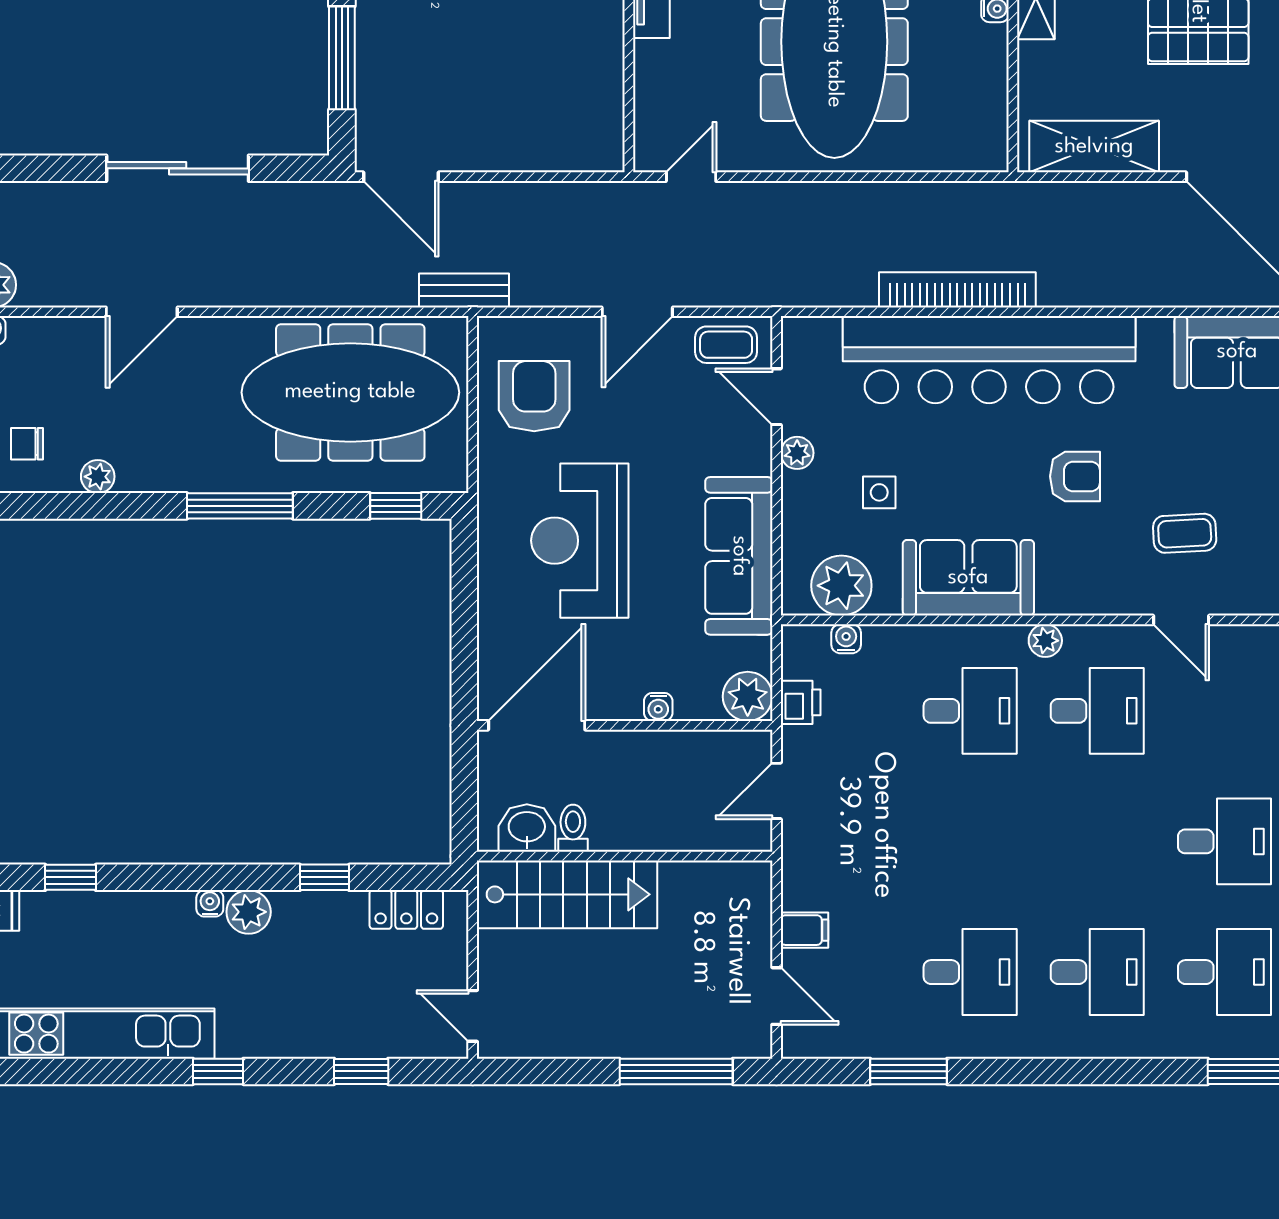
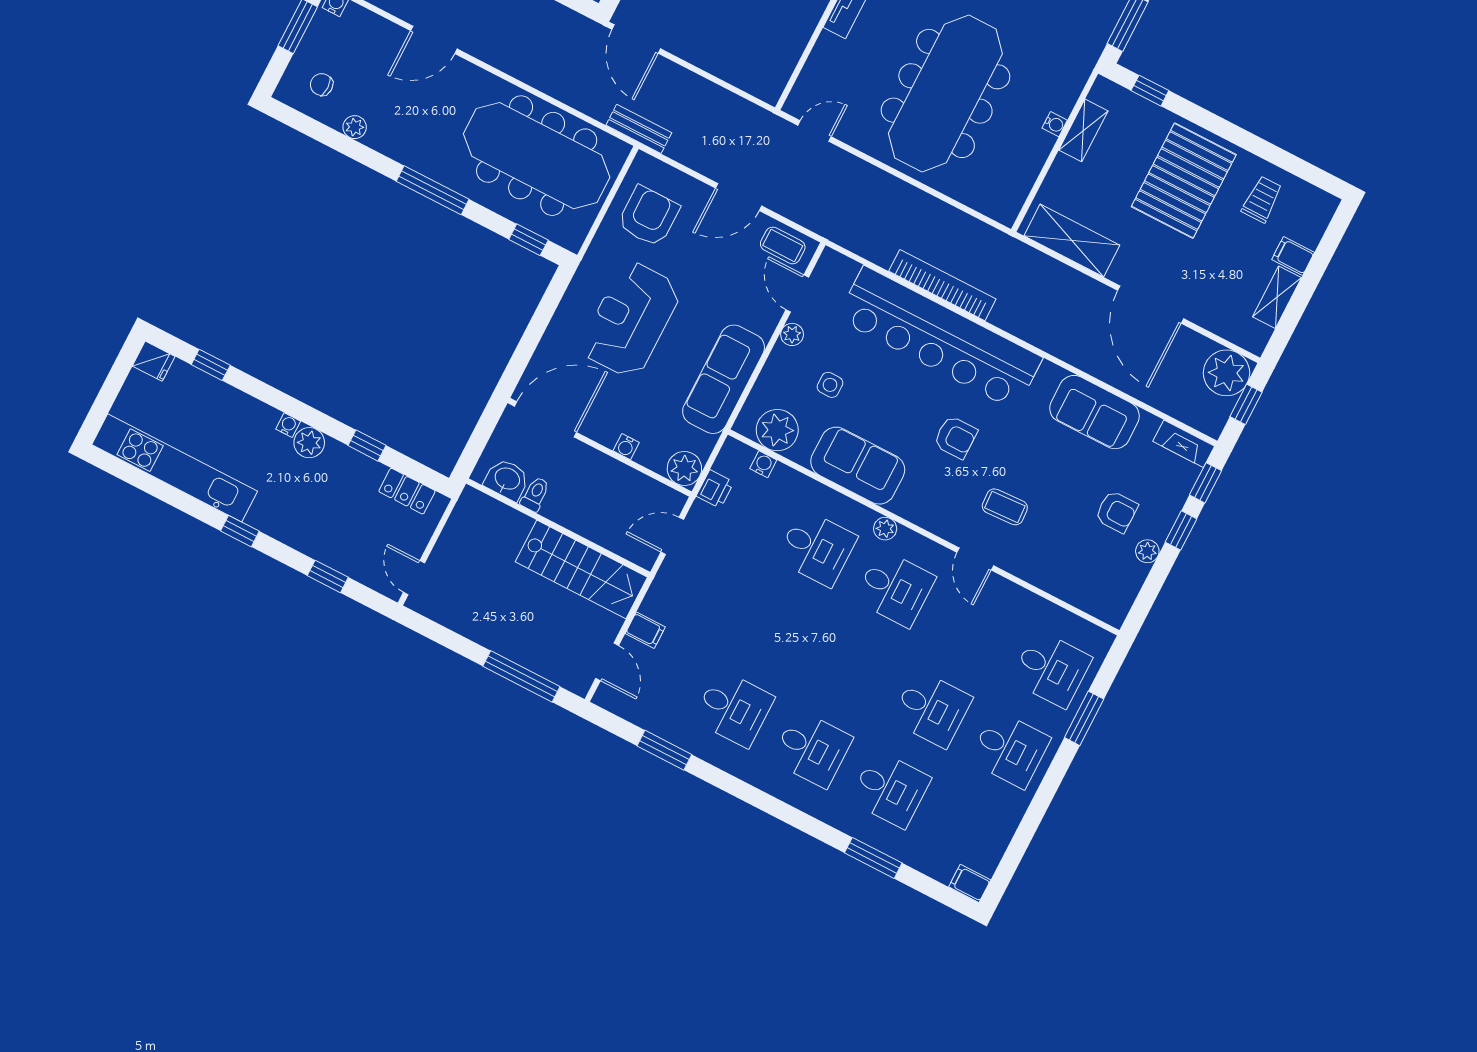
stairs: (567, 894) -> (581, 569), moved

